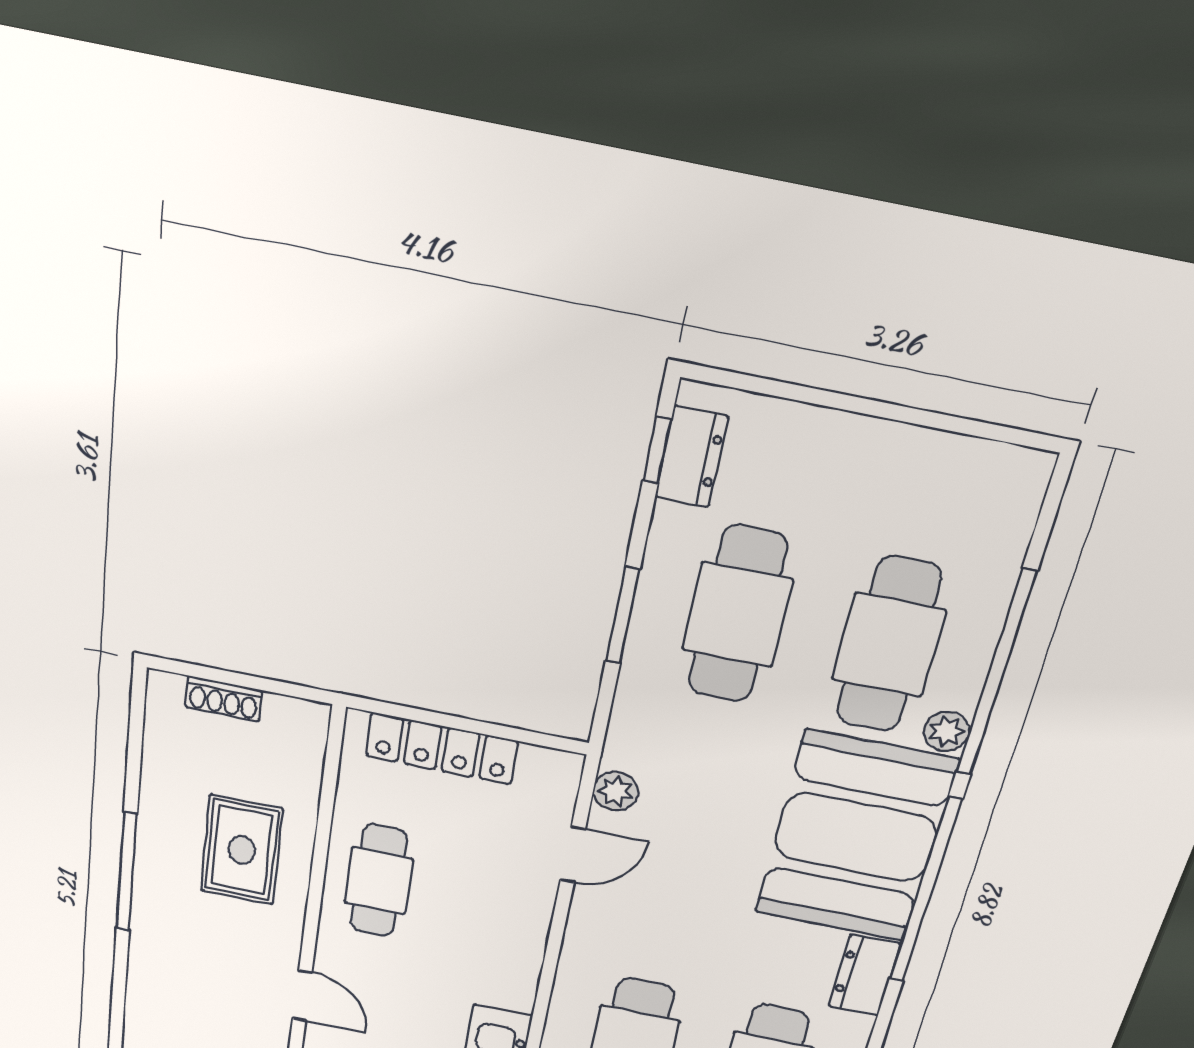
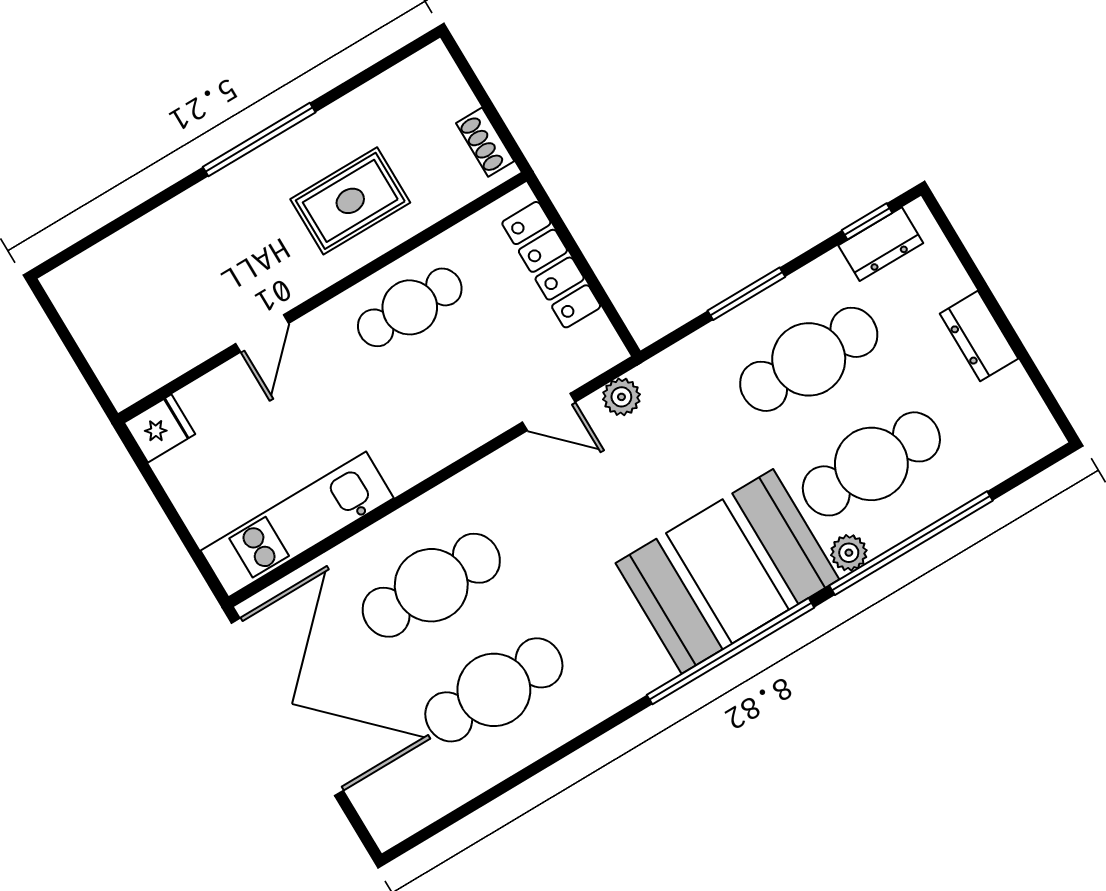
shoe rack: (224, 699) -> (485, 142), moved
dresser: (864, 975) -> (979, 336), moved, turned -90

